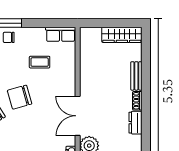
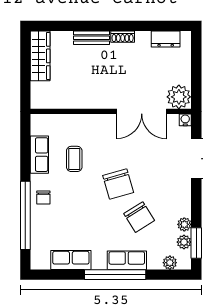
row of seats: (61, 34) -> (39, 155), moved
dresser: (135, 123) -> (166, 39), moved

